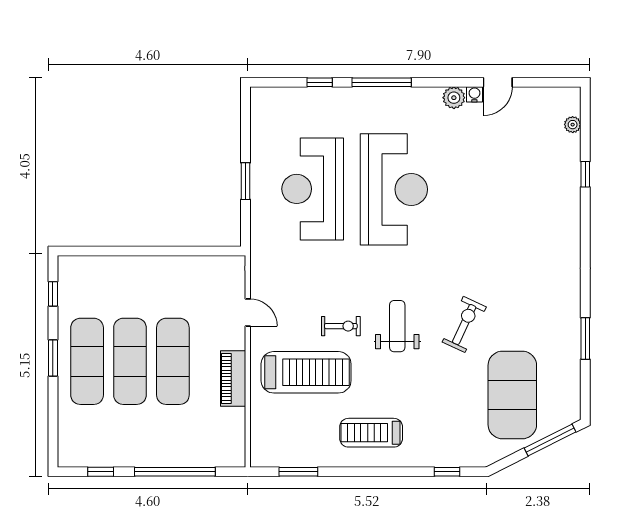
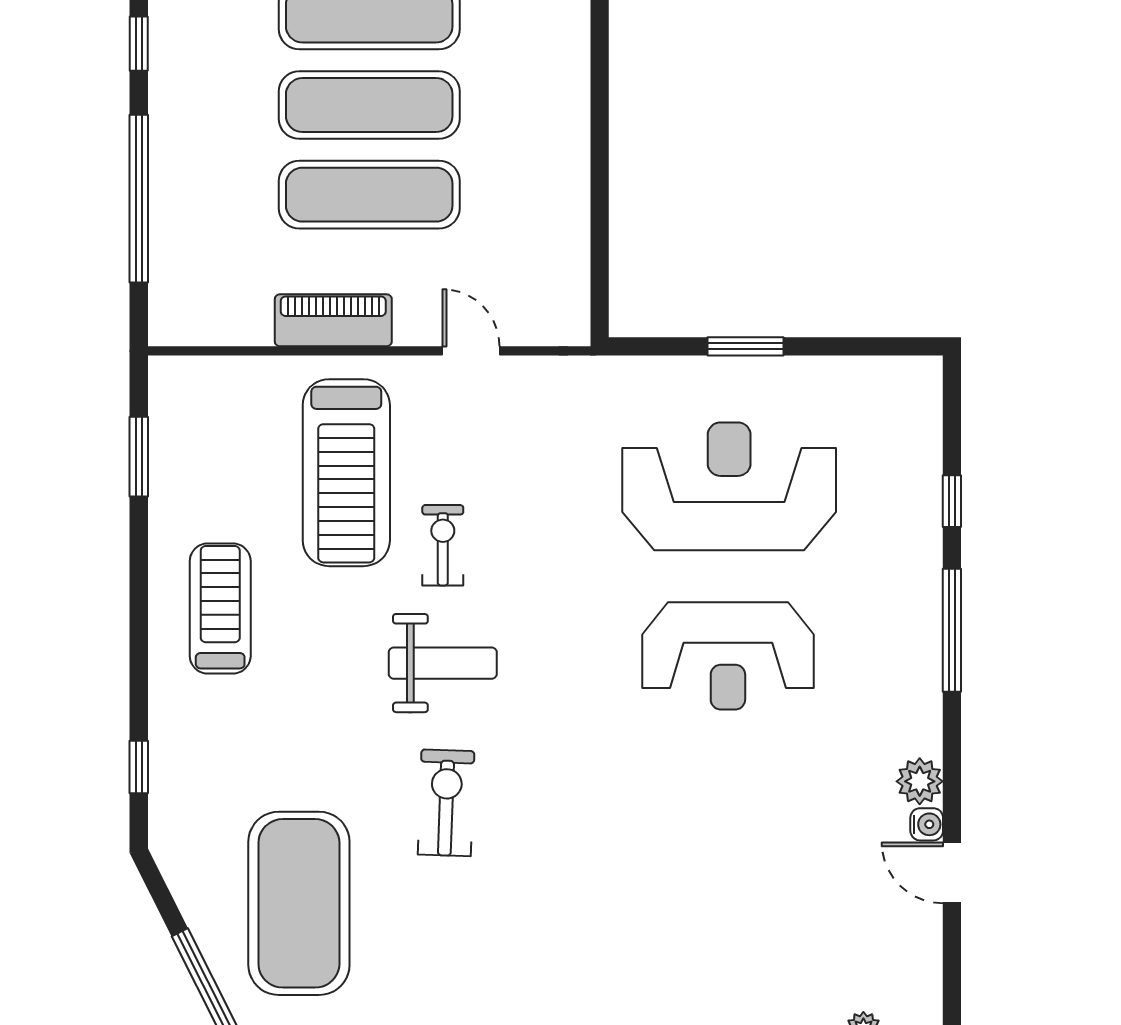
reception desk: (394, 189) -> (728, 656), width x0.74, depth x0.77
door: (248, 313) -> (471, 351), swing flipped
exercise bike: (464, 324) -> (446, 803), turned -113
exercise bike: (341, 326) -> (443, 545), turned 180
exercise mat: (512, 395) -> (299, 903), turned 90

